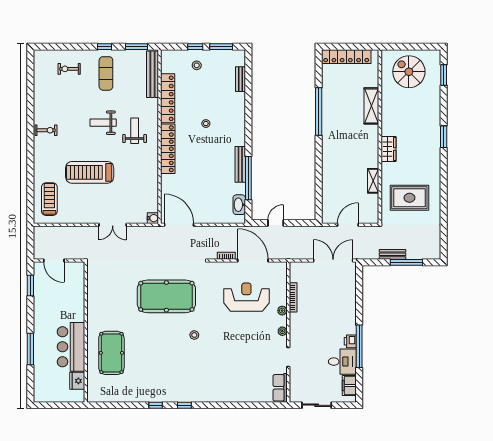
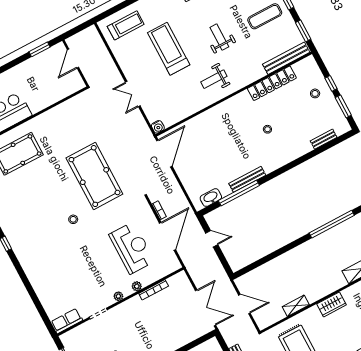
weight bench: (135, 131) -> (214, 79), moved, turned 180
locker: (168, 149) -> (227, 107), removed

